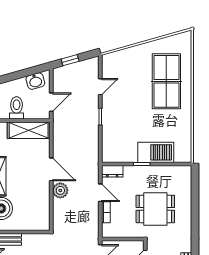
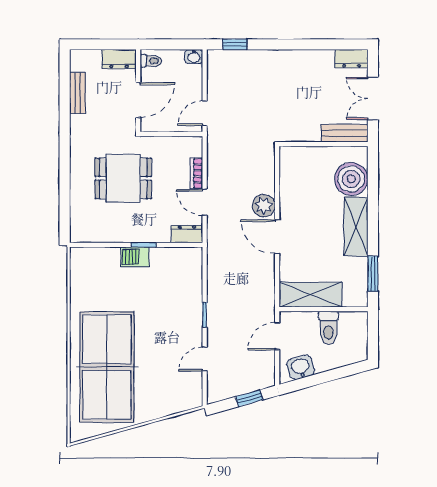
table tennis table: (166, 81) -> (107, 367), width x1.36, depth x1.32
barbecue: (156, 152) -> (135, 257), width x0.53, depth x0.65

